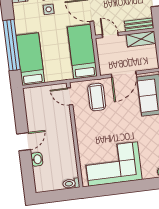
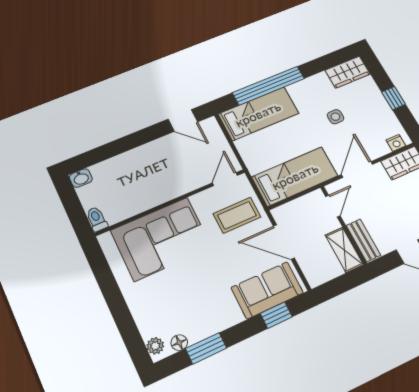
door: (24, 142) -> (183, 120), moved
washbasin: (37, 159) -> (81, 178), moved
corner sofa: (113, 164) -> (161, 239), moved, turned 90

